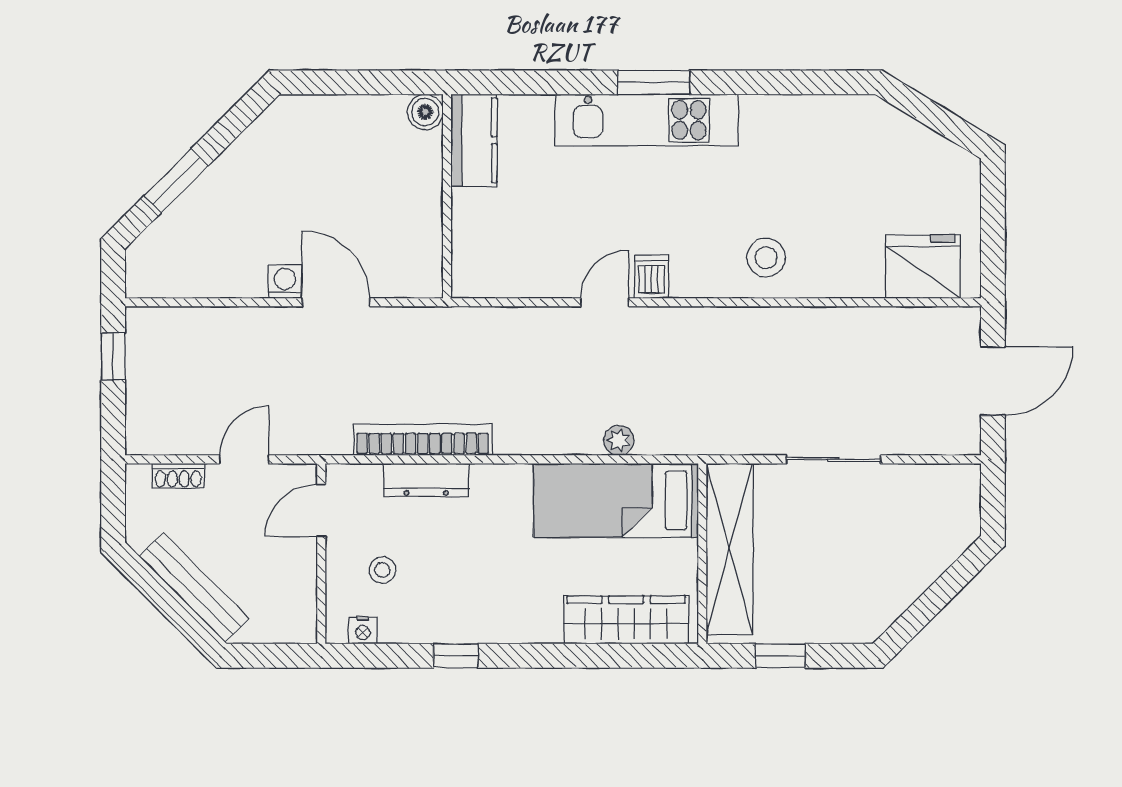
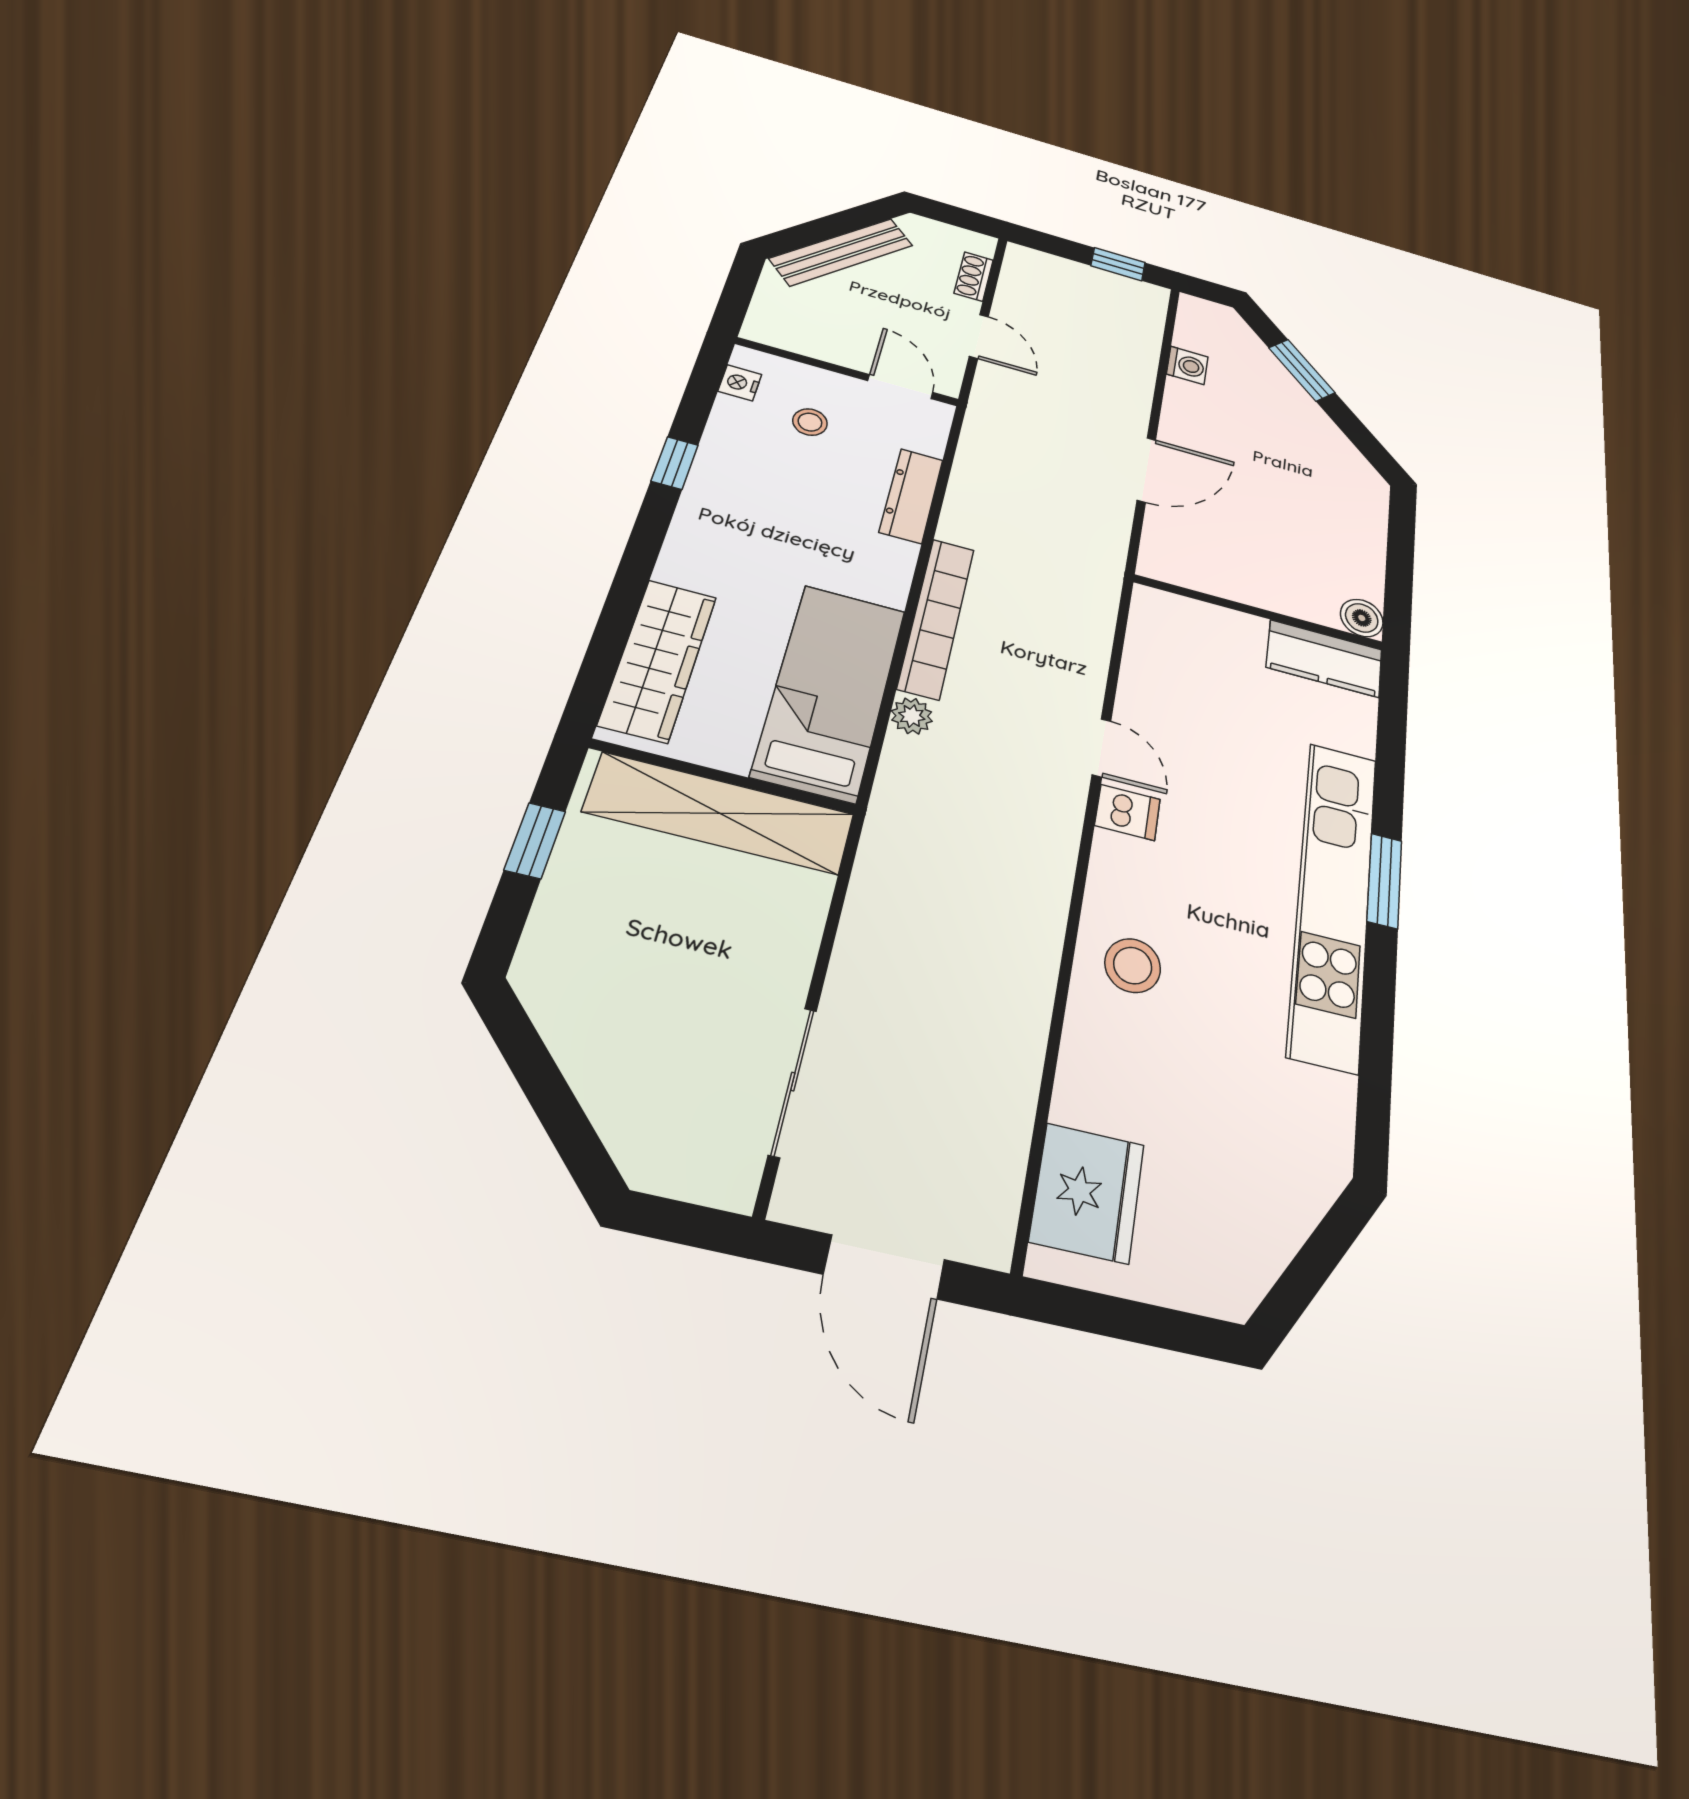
kitchen unit: (647, 120) -> (1333, 901), width x1.36
washing machine: (285, 282) -> (1187, 365), moved
bookcase: (423, 440) -> (936, 618), moved
sliding door: (833, 459) -> (793, 1082), moved

